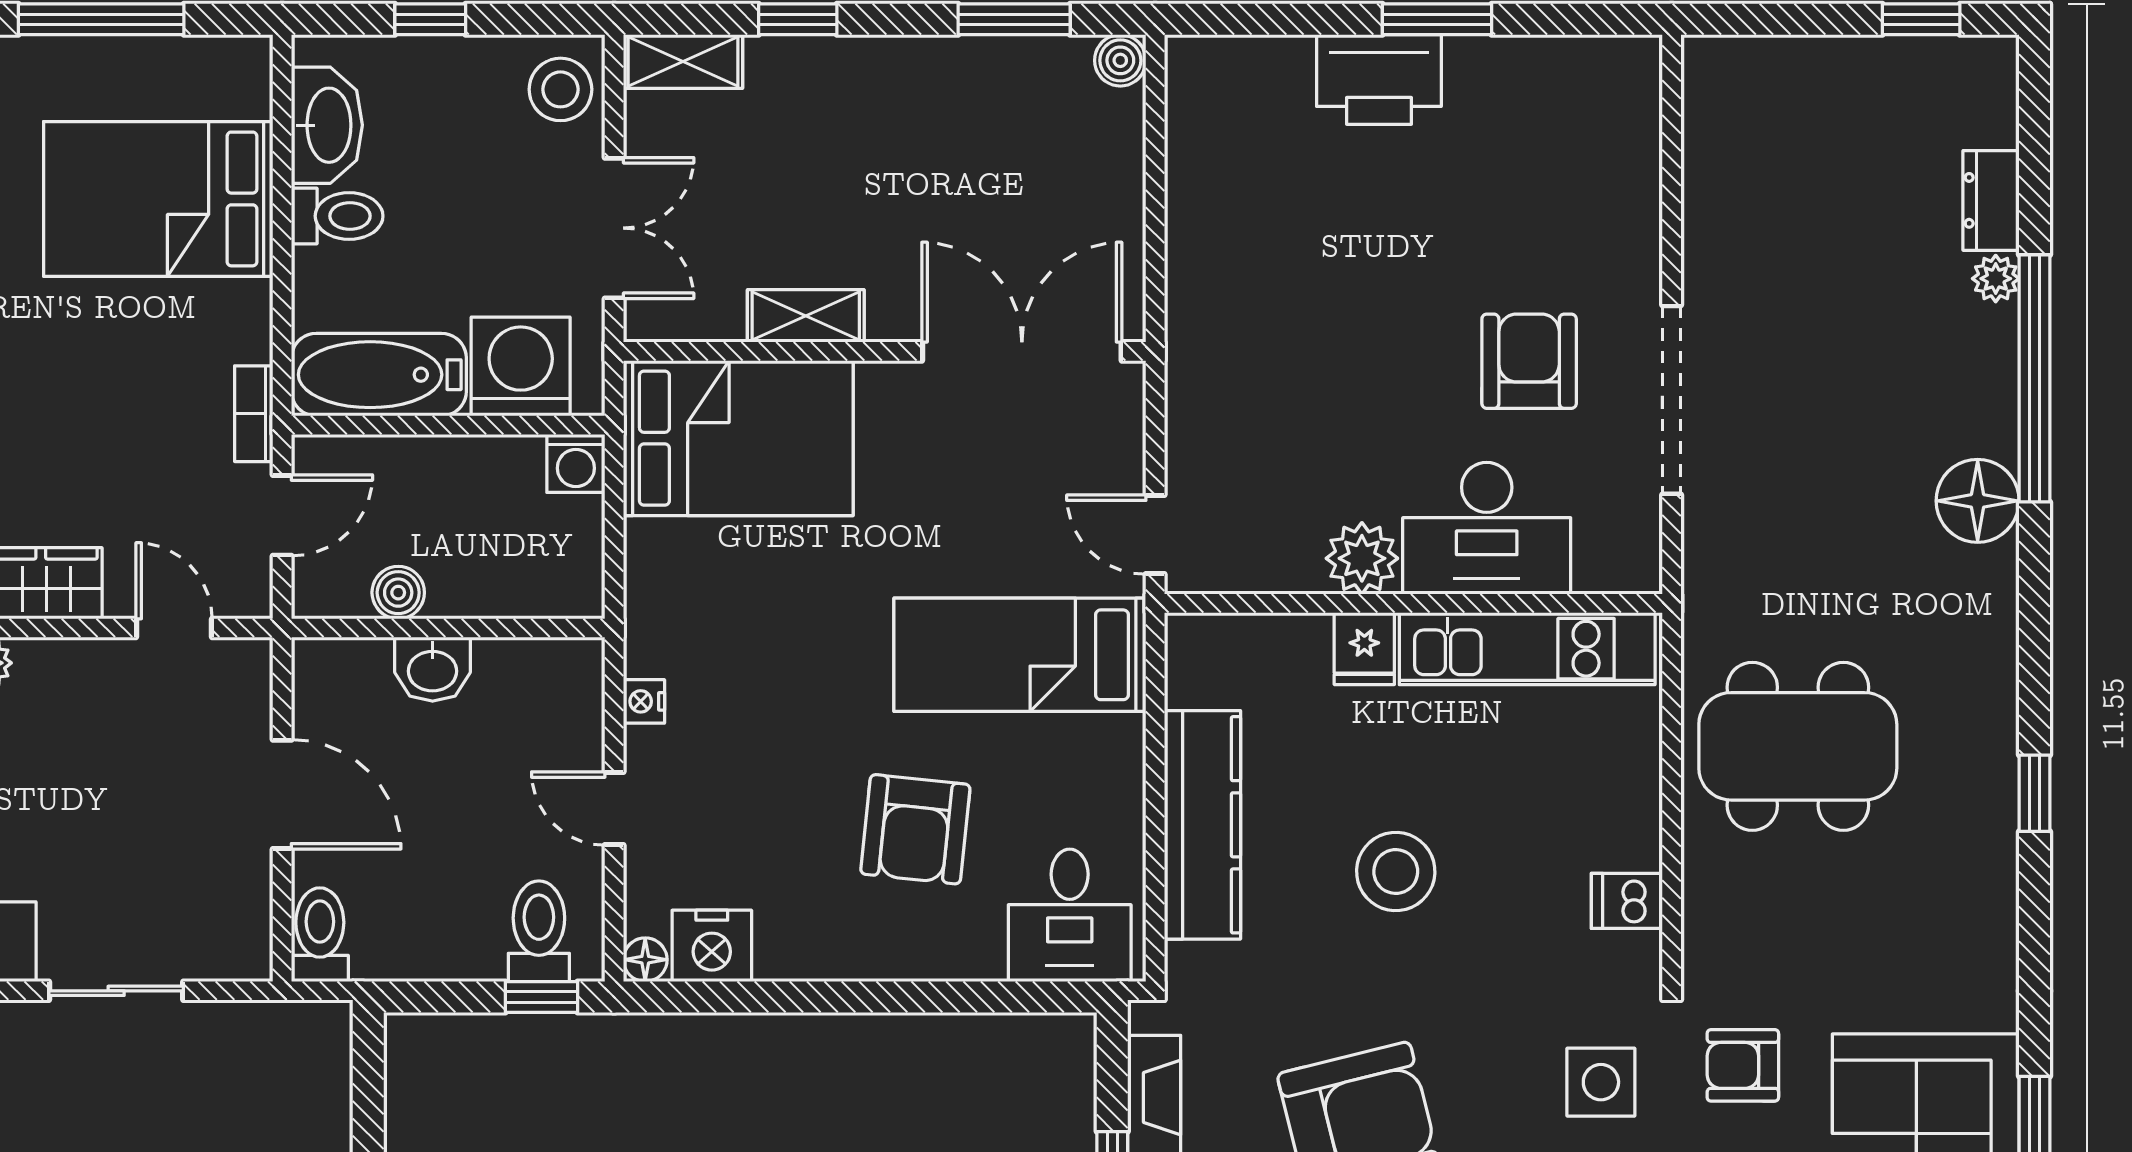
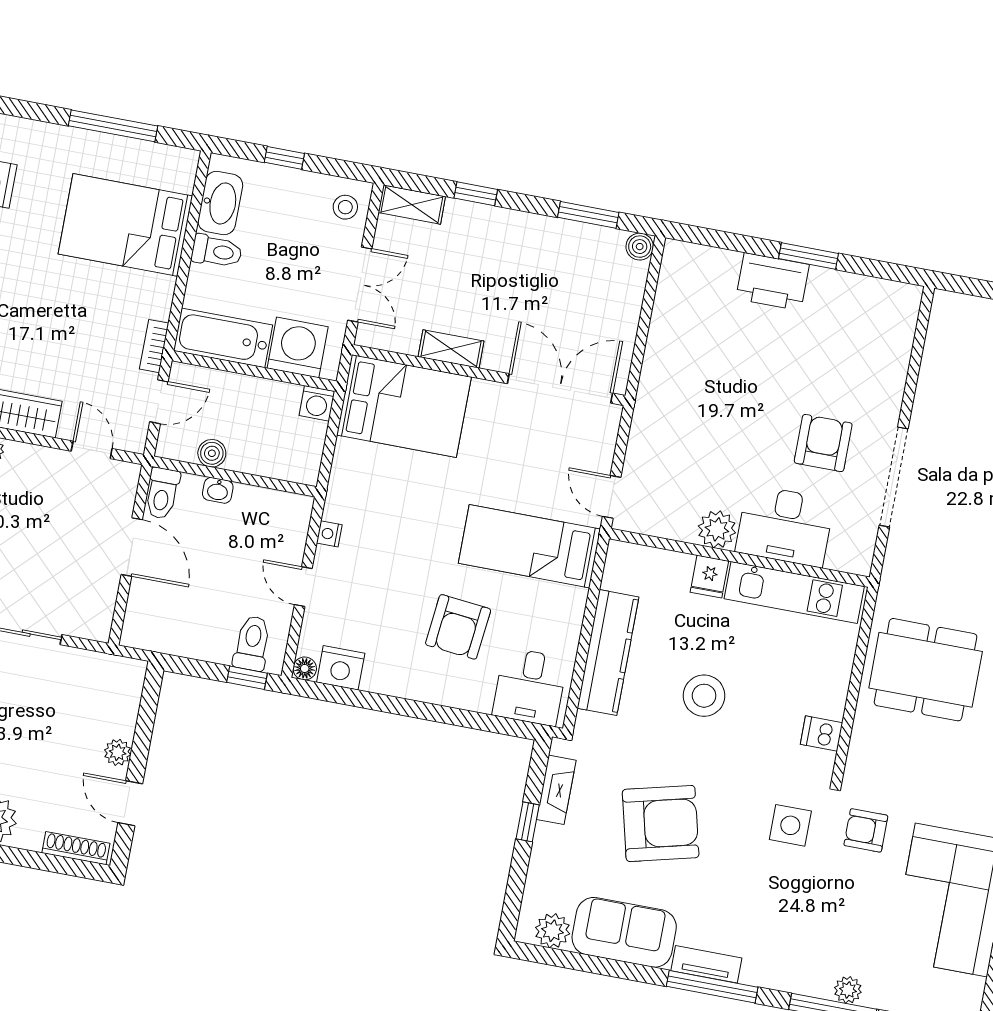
stool: (560, 89) -> (345, 207), width x0.73, depth x0.73
washbasin: (433, 669) -> (218, 490), width x0.72, depth x0.69
toilet: (320, 935) -> (162, 493), moved, turned 180

